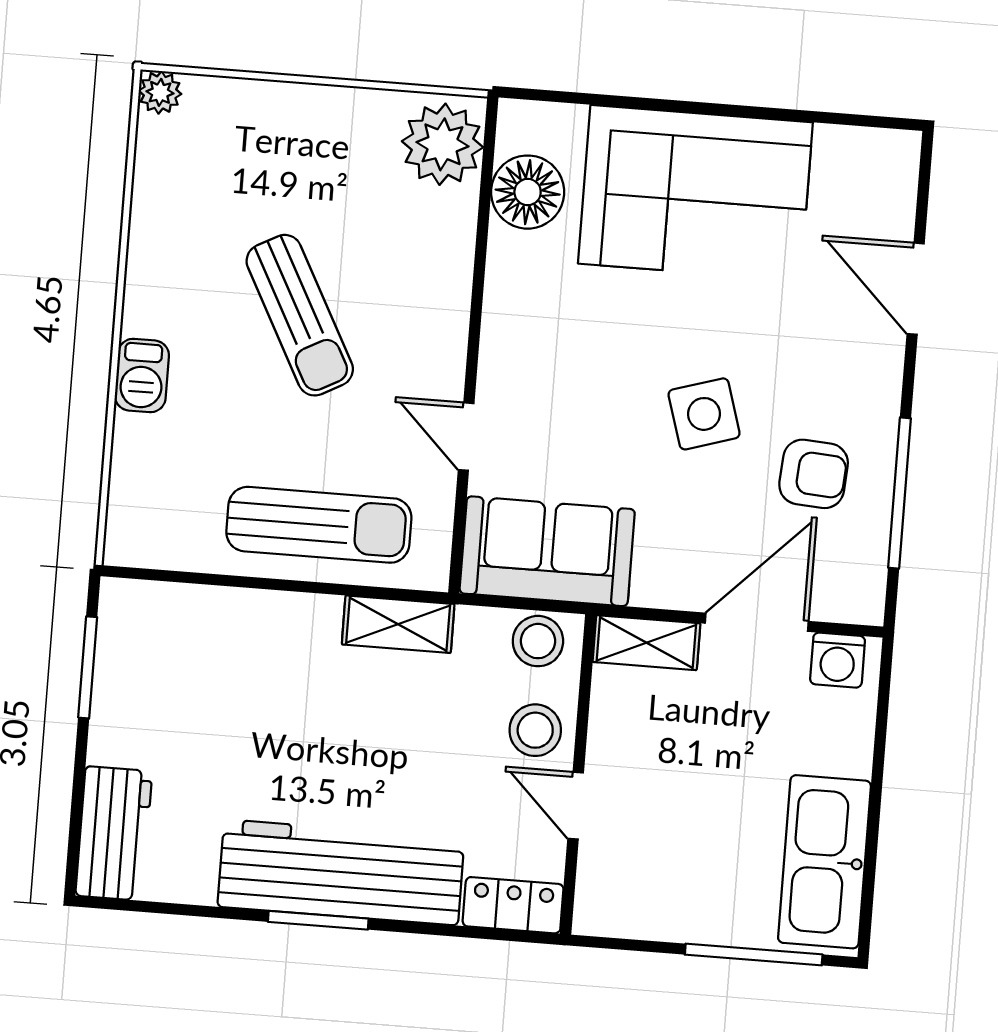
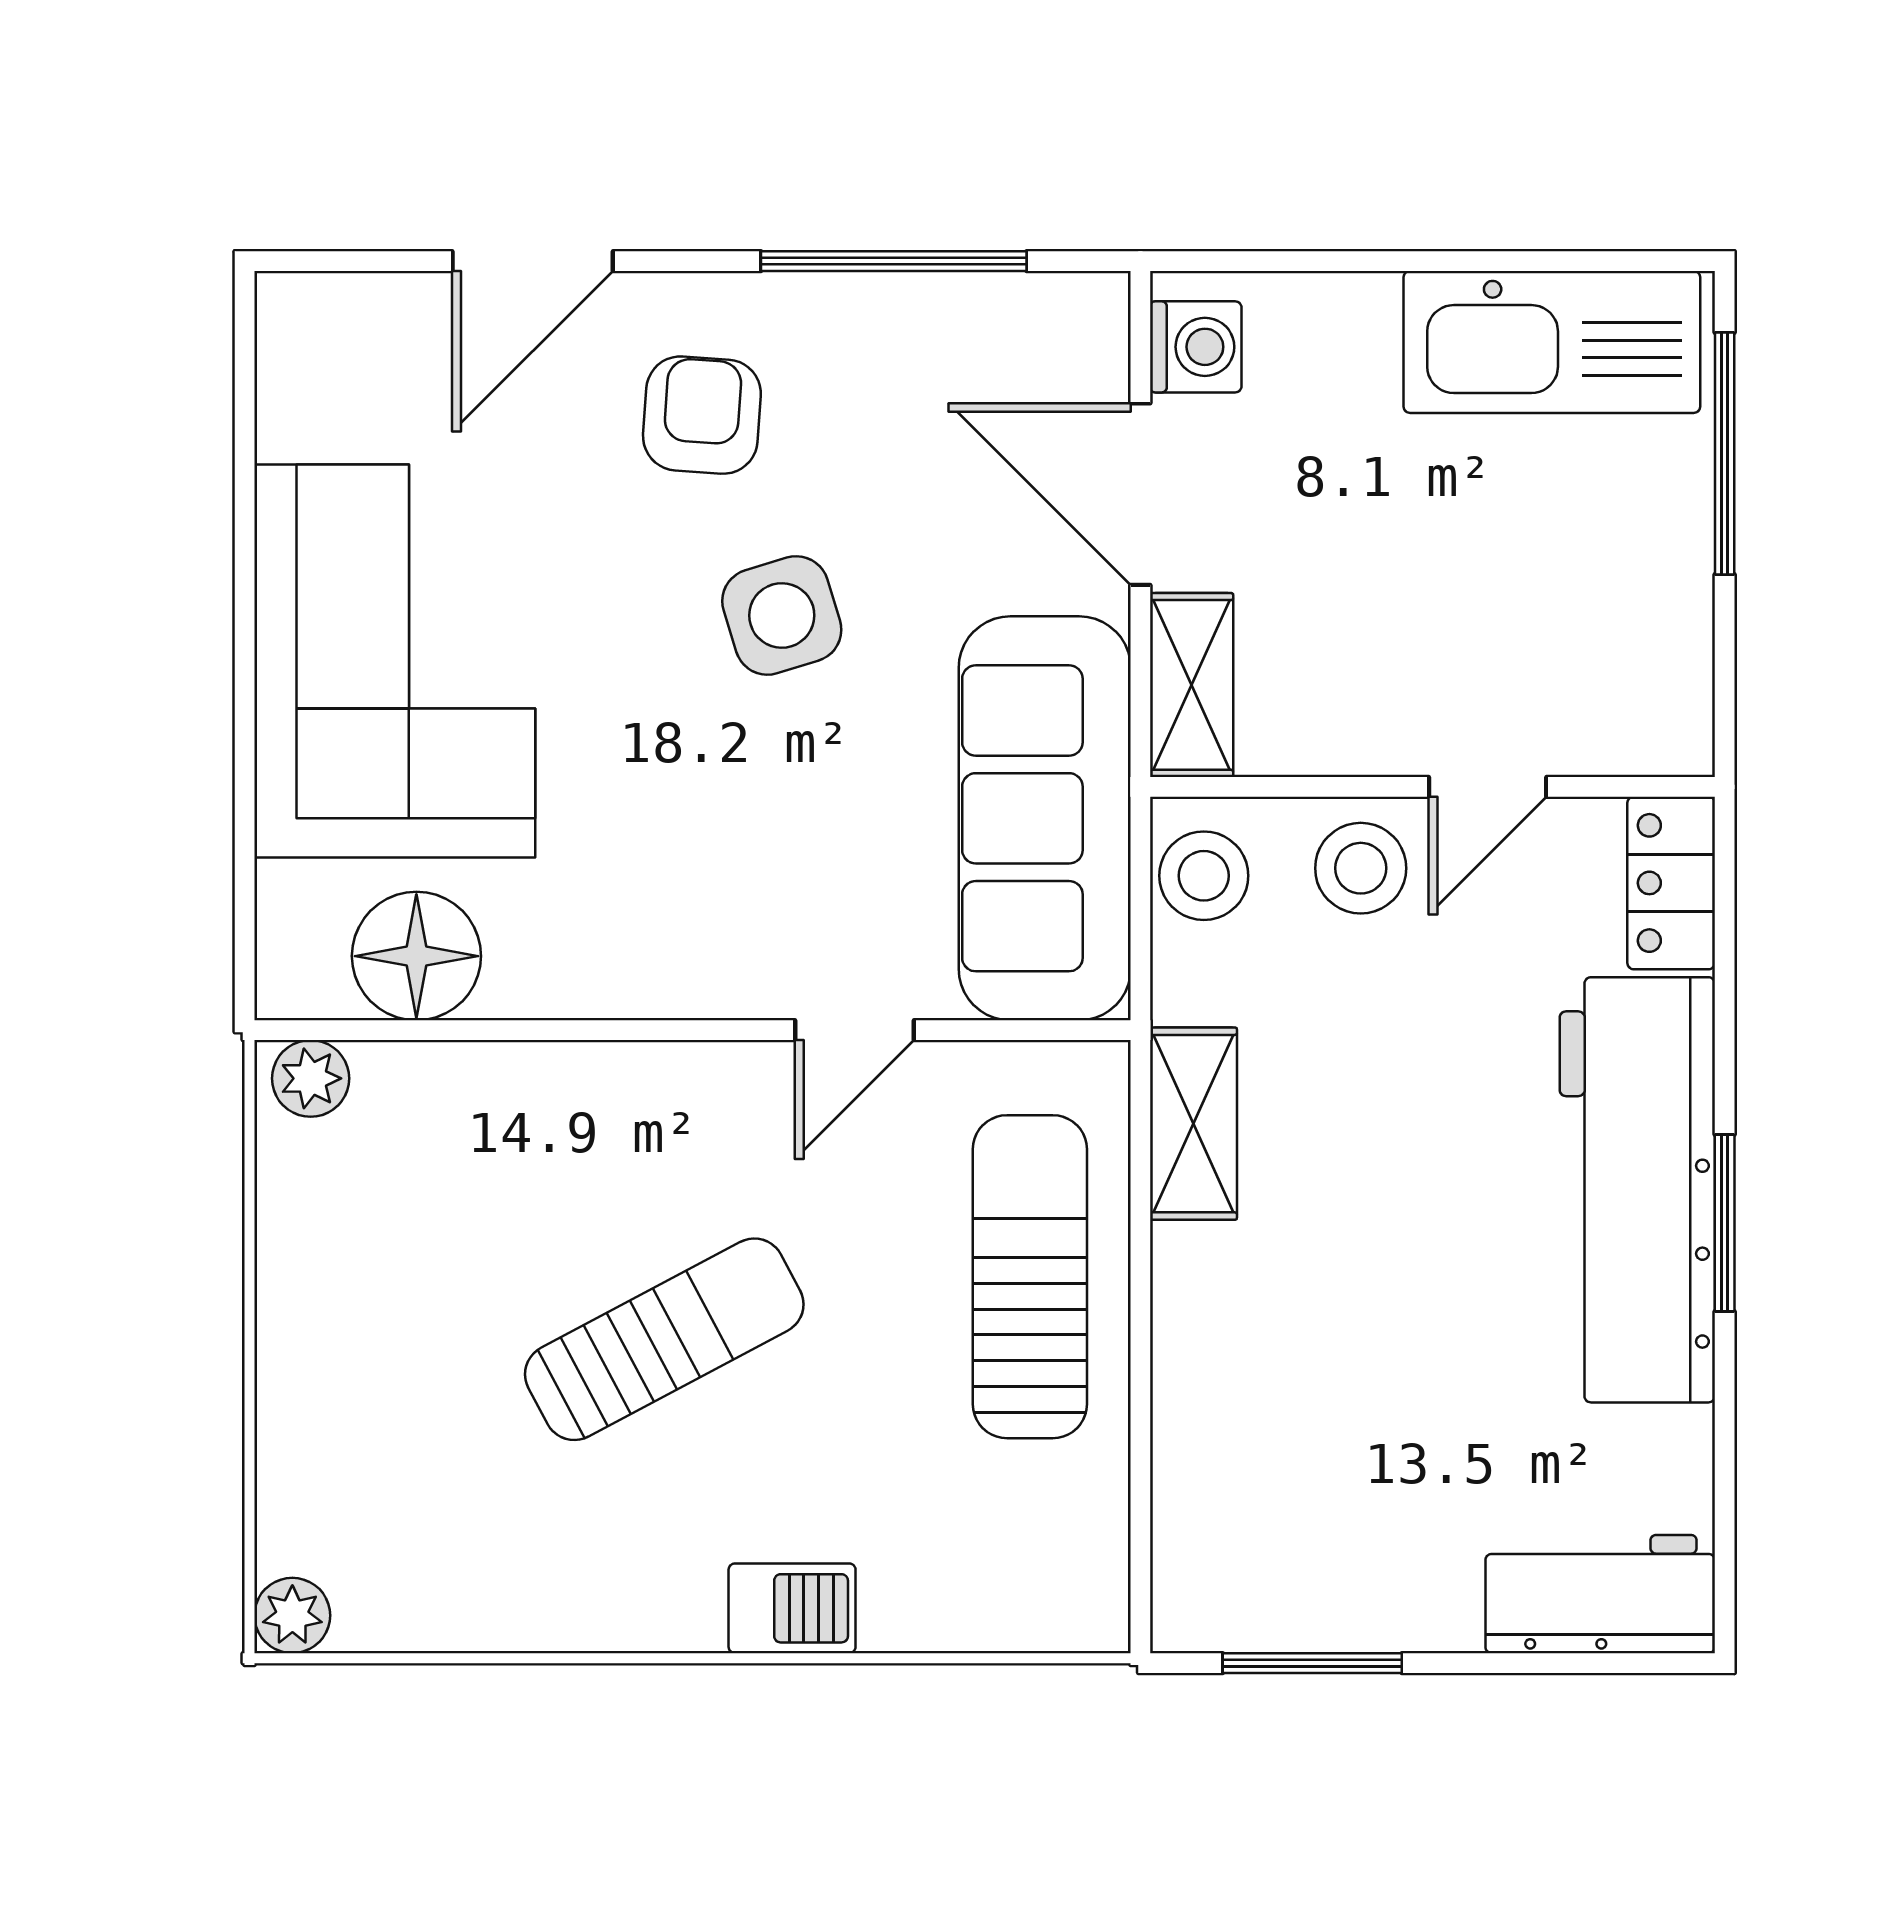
plant: (442, 144) -> (311, 1078), width x0.53, depth x0.53
armchair: (814, 474) -> (702, 415), moved
sofa: (547, 551) -> (1045, 818), width x1.36

